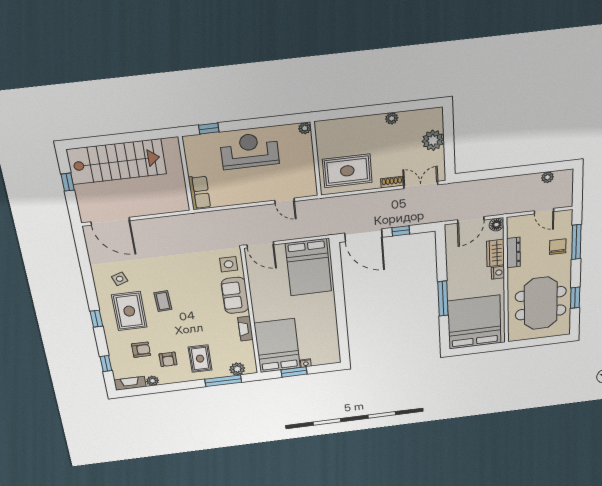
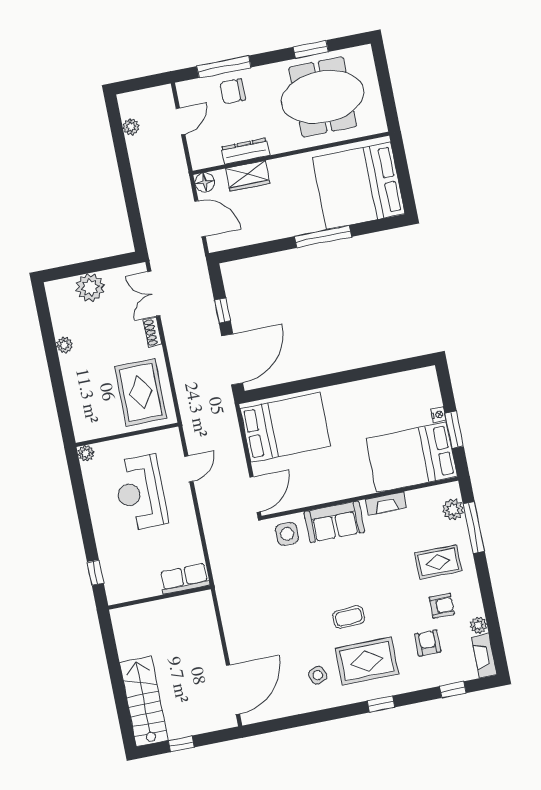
reception desk: (250, 151) -> (140, 493), moved
stairs: (117, 162) -> (144, 701), width x0.73, depth x0.66
nightstand: (498, 273) -> (278, 167), removed

